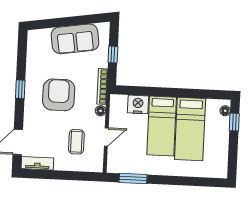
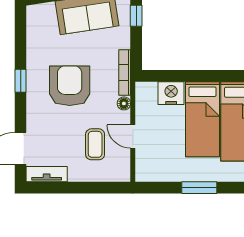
window: (113, 54) -> (136, 16), moved
door: (106, 137) -> (133, 137), swing flipped
window: (133, 179) -> (199, 188), moved

